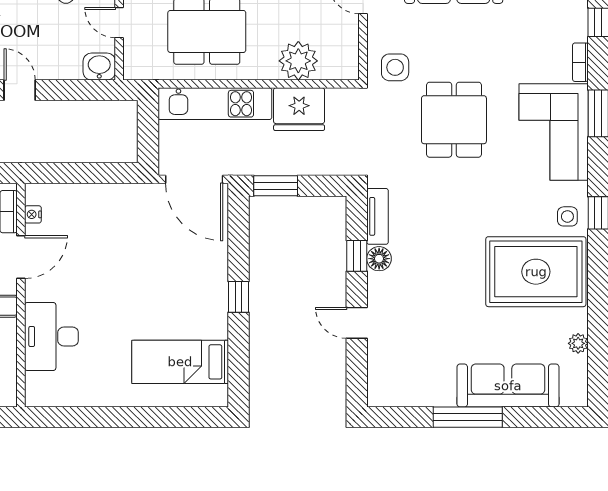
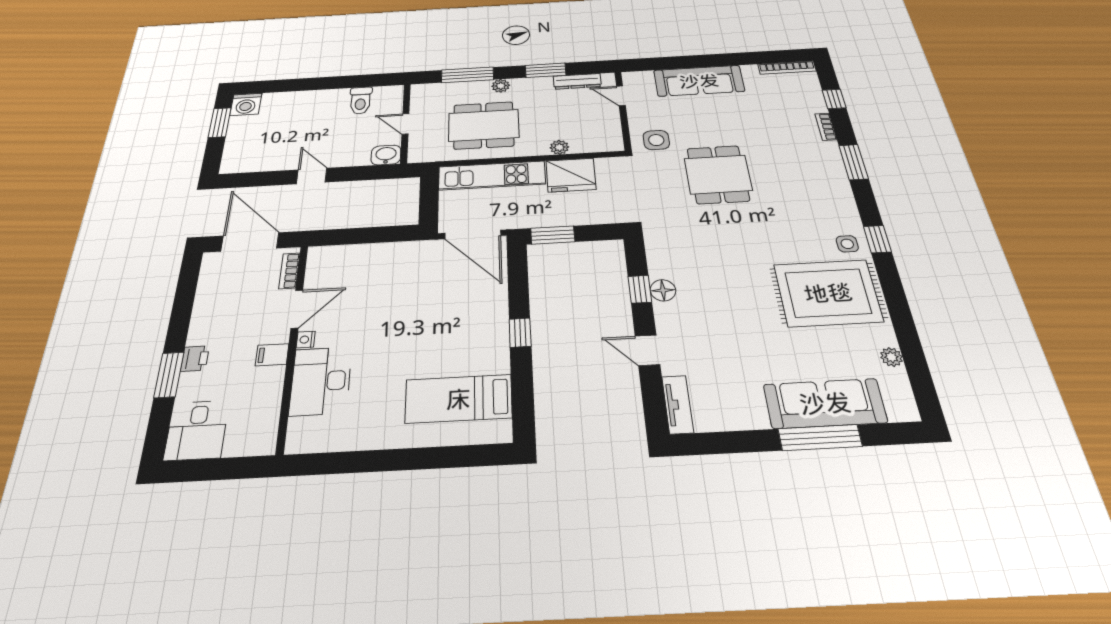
plant: (298, 61) -> (559, 147), width x0.53, depth x0.53
corner sofa: (554, 132) -> (815, 178), removed
nightstand: (33, 214) -> (306, 340), moved
tv unit: (378, 216) -> (678, 405), moved
window: (468, 417) -> (820, 438), moved

